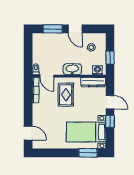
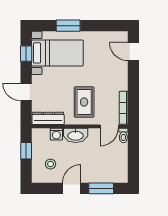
door: (75, 29) -> (72, 188), hinge flipped
washing machine: (98, 70) -> (56, 134), moved
door: (47, 76) -> (109, 126), swing flipped
window: (110, 121) -> (26, 54), moved
window: (88, 153) -> (68, 26), moved

